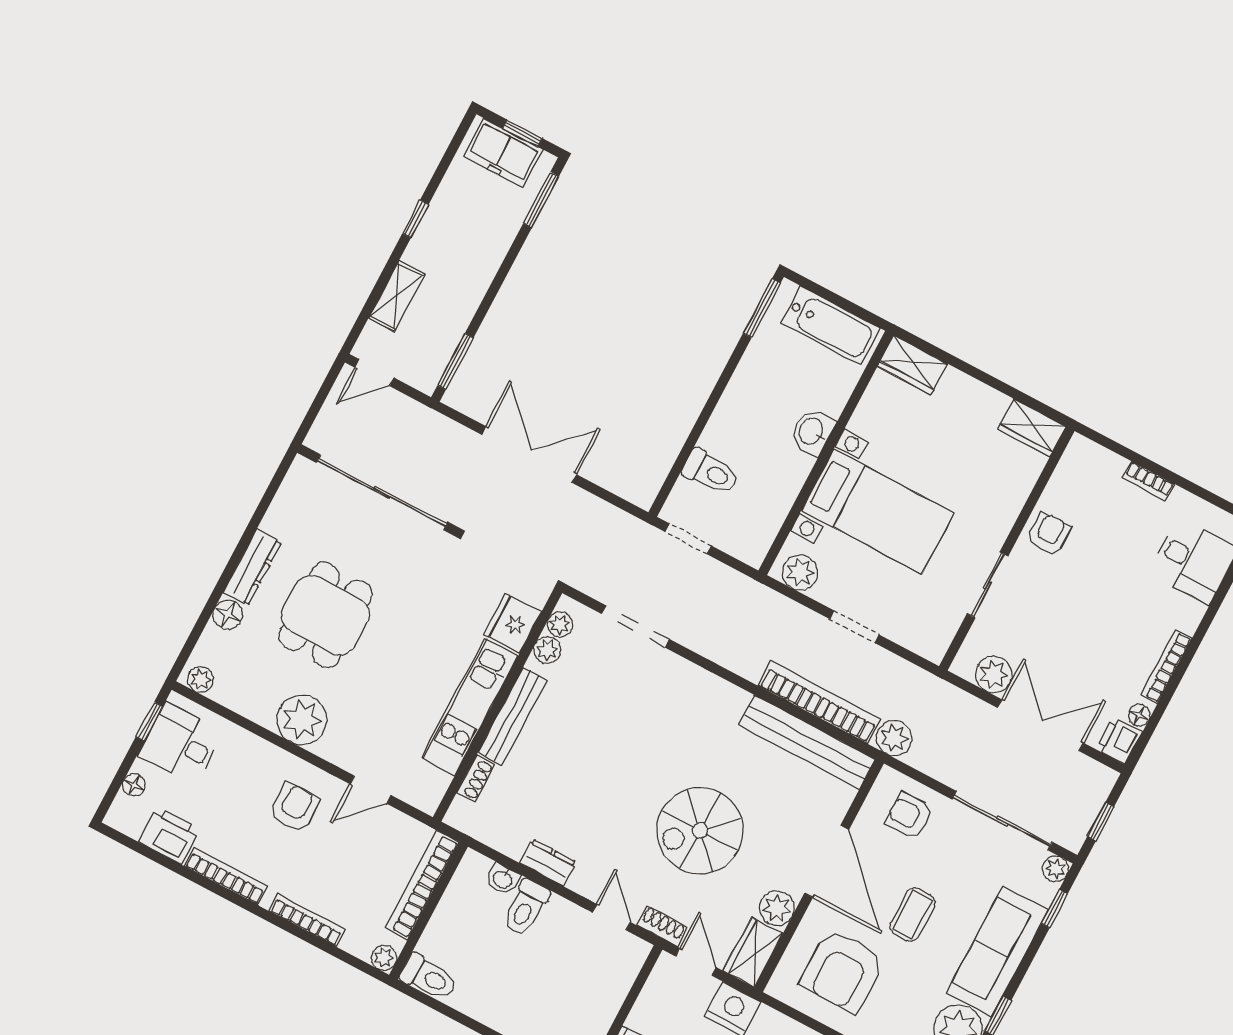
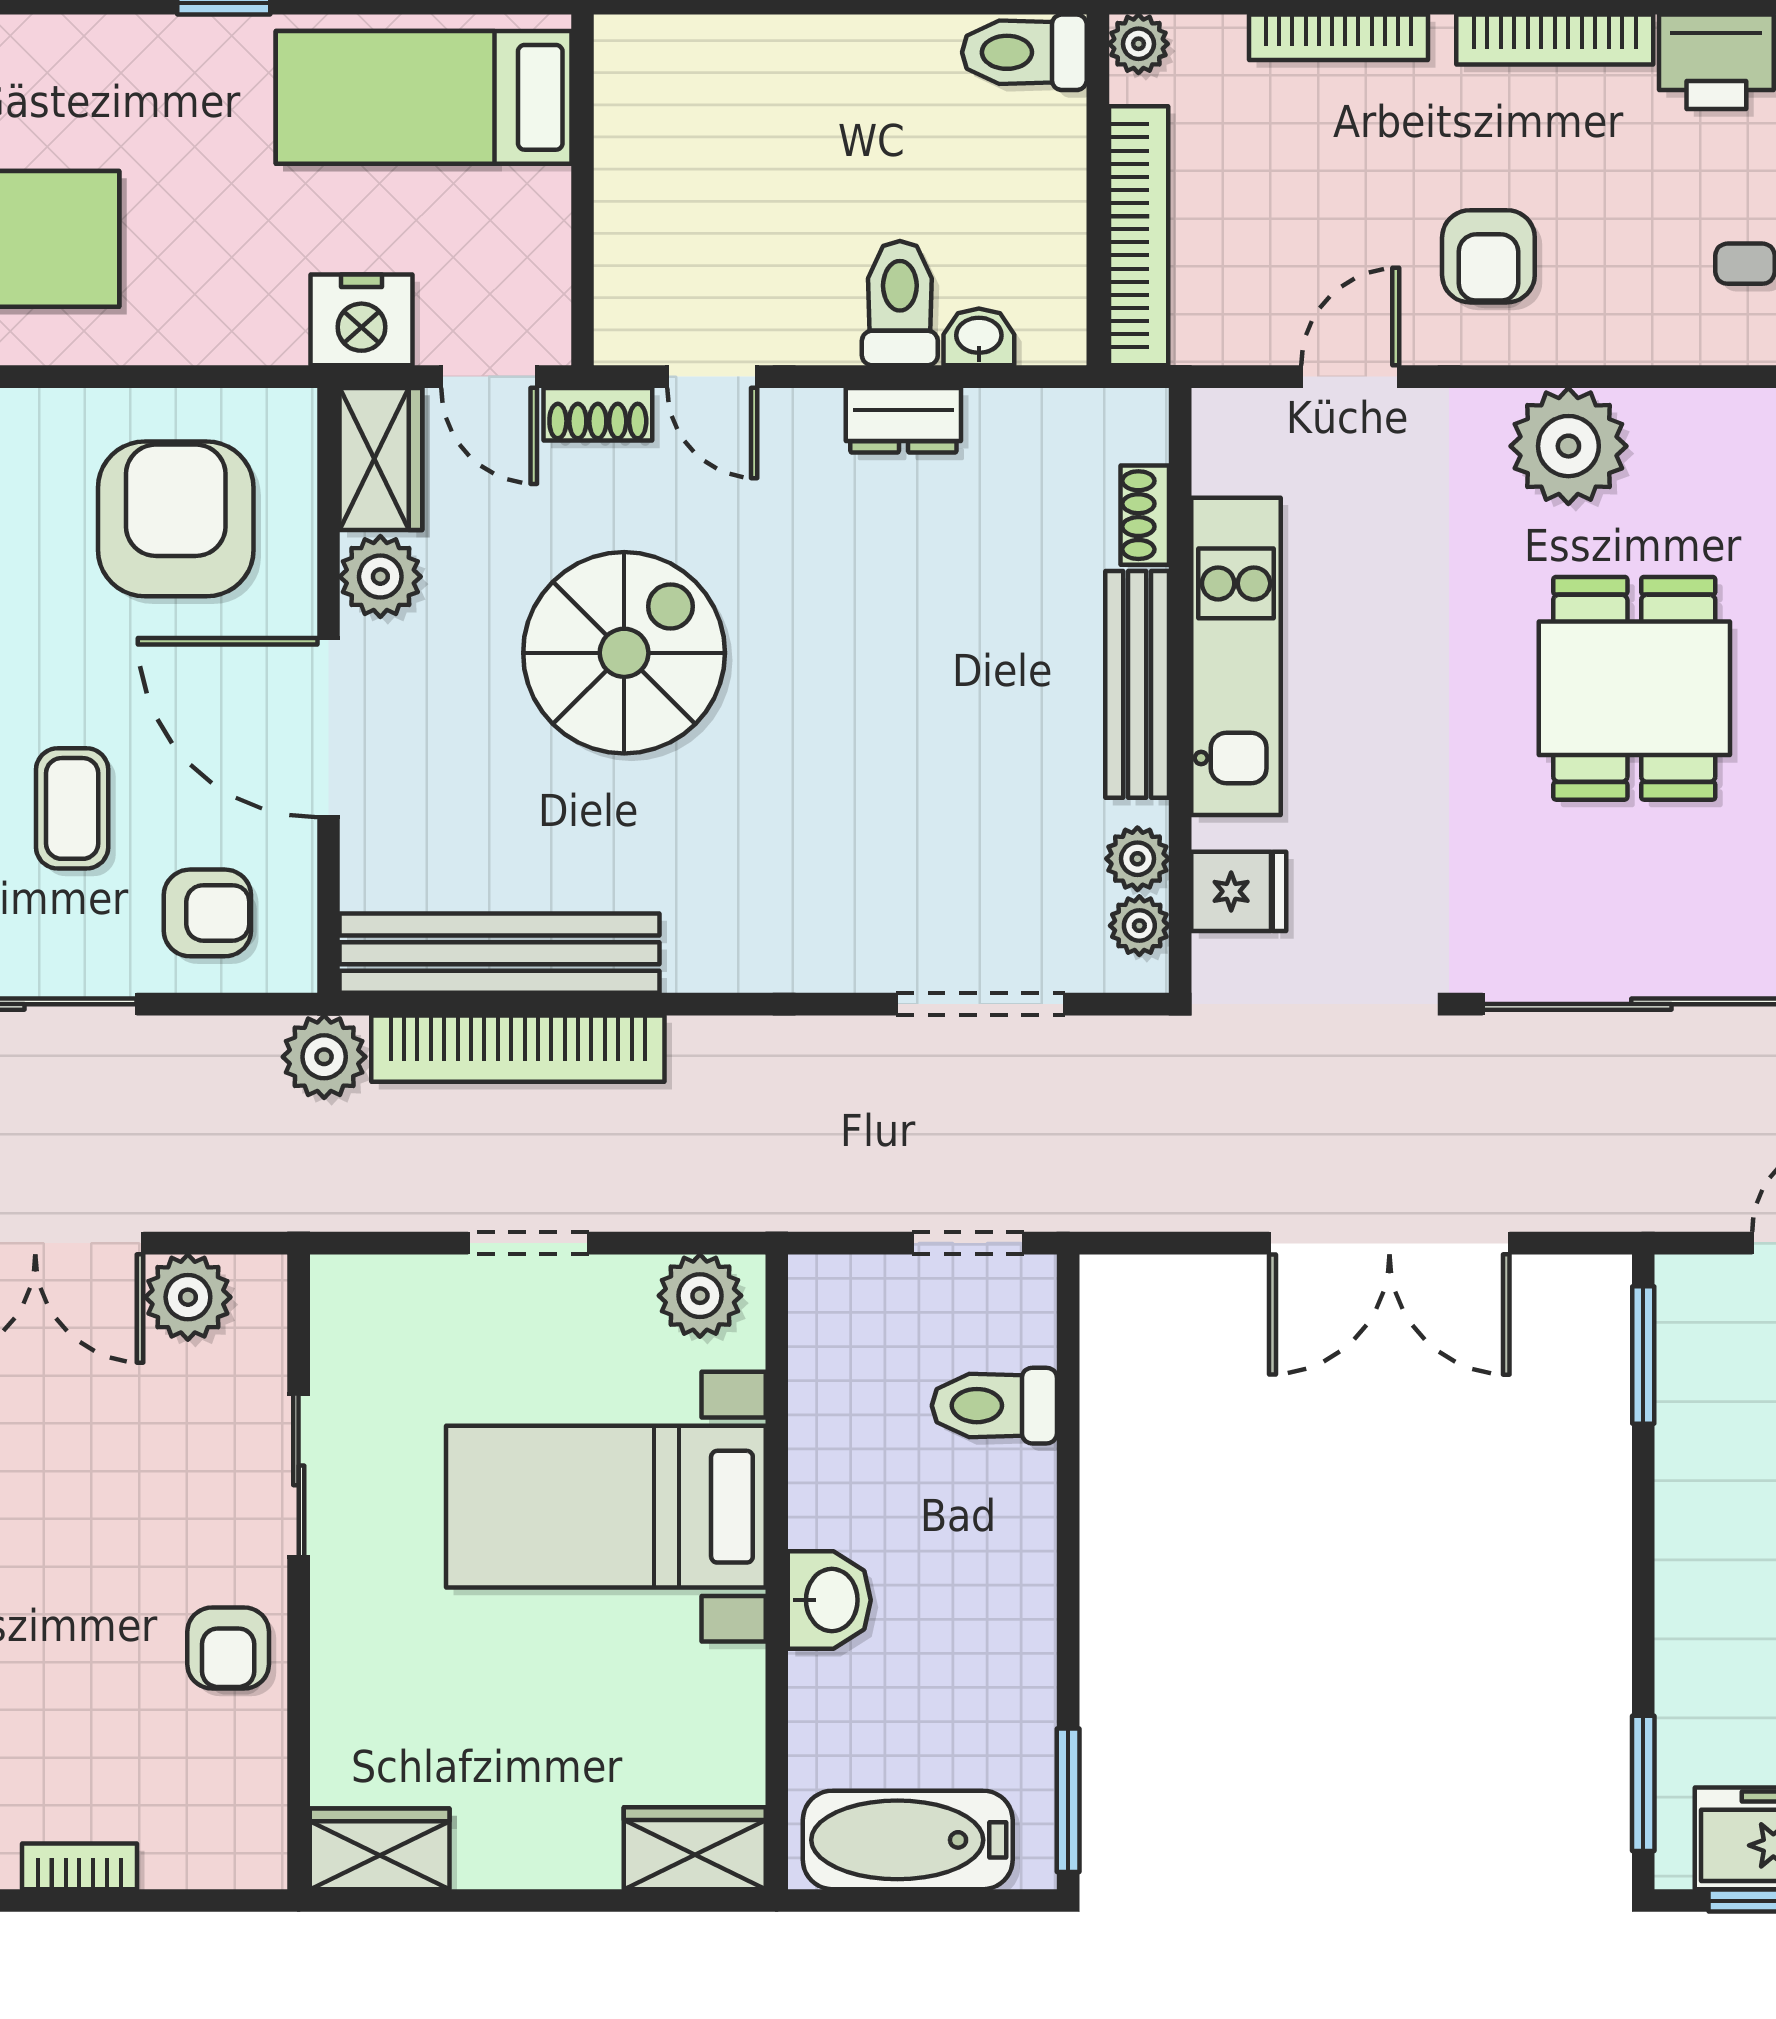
fridge: (513, 623) -> (1239, 891), width x0.72
coffee table: (913, 915) -> (72, 808), moved

